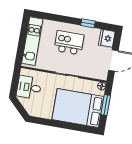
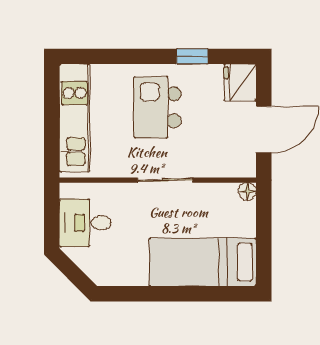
kitchen island: (69, 43) -> (157, 107), turned -90
window: (106, 105) -> (264, 232), removed
bed: (78, 108) -> (203, 262), width x0.67

